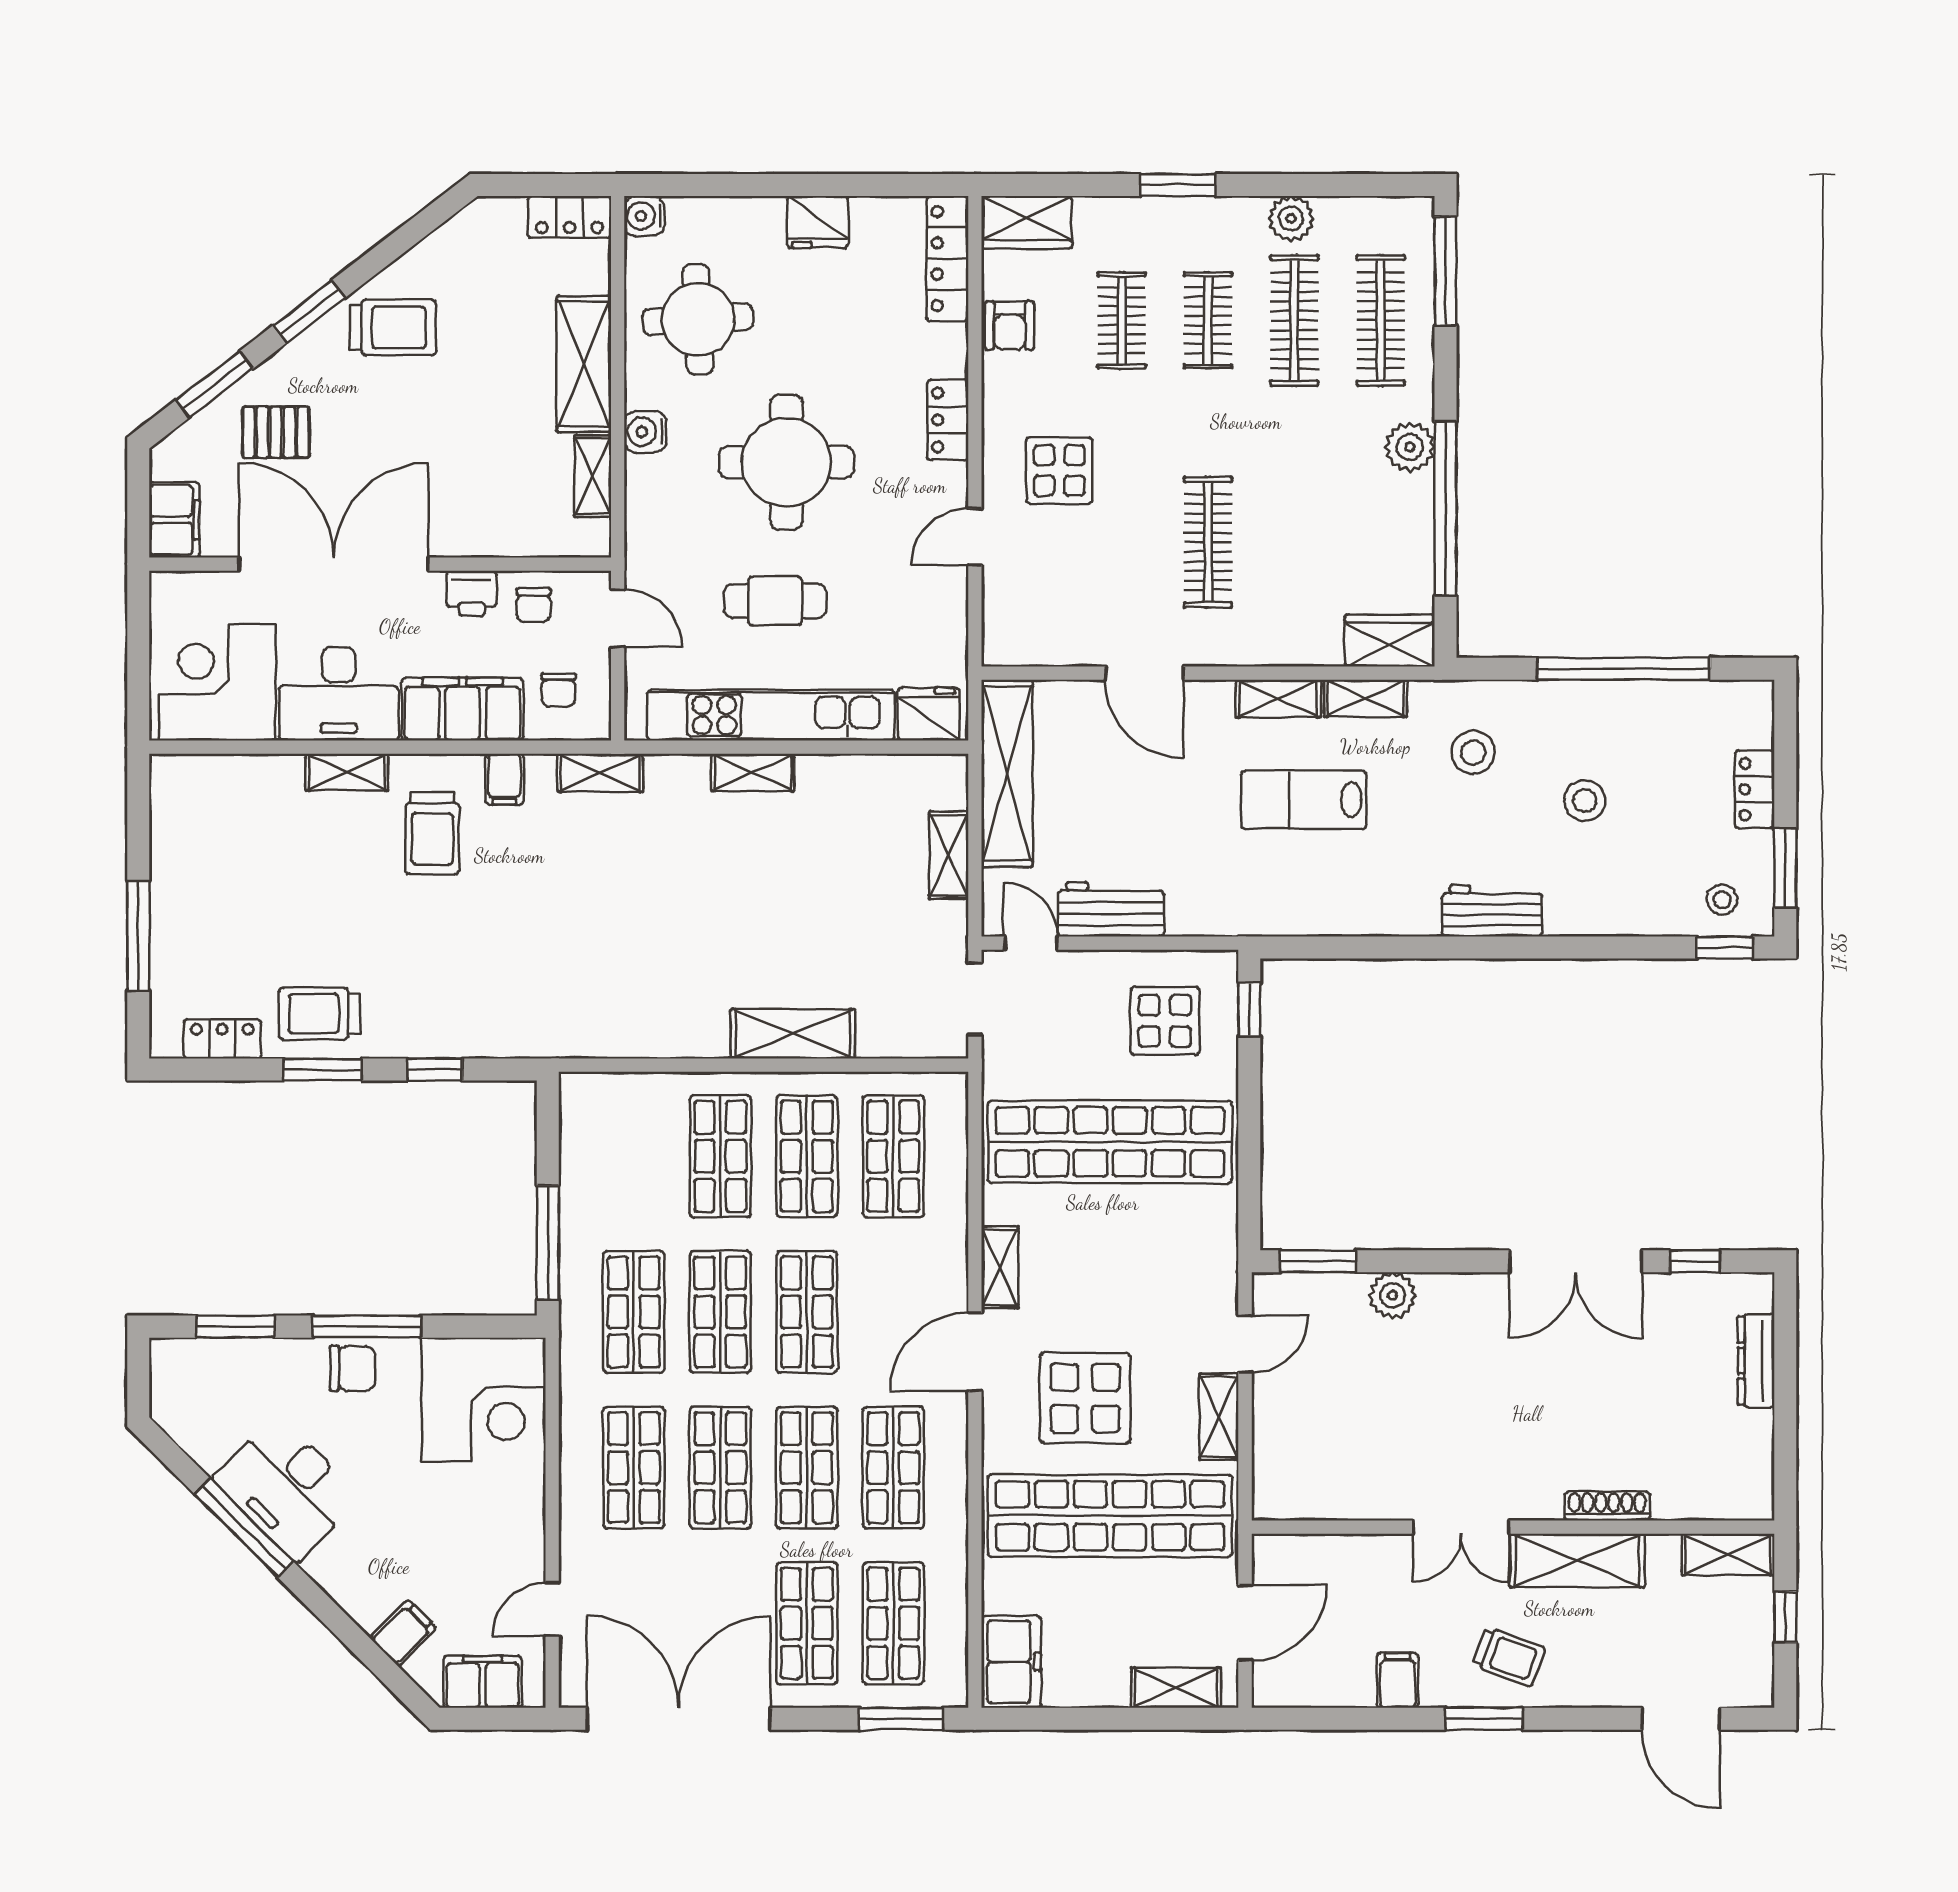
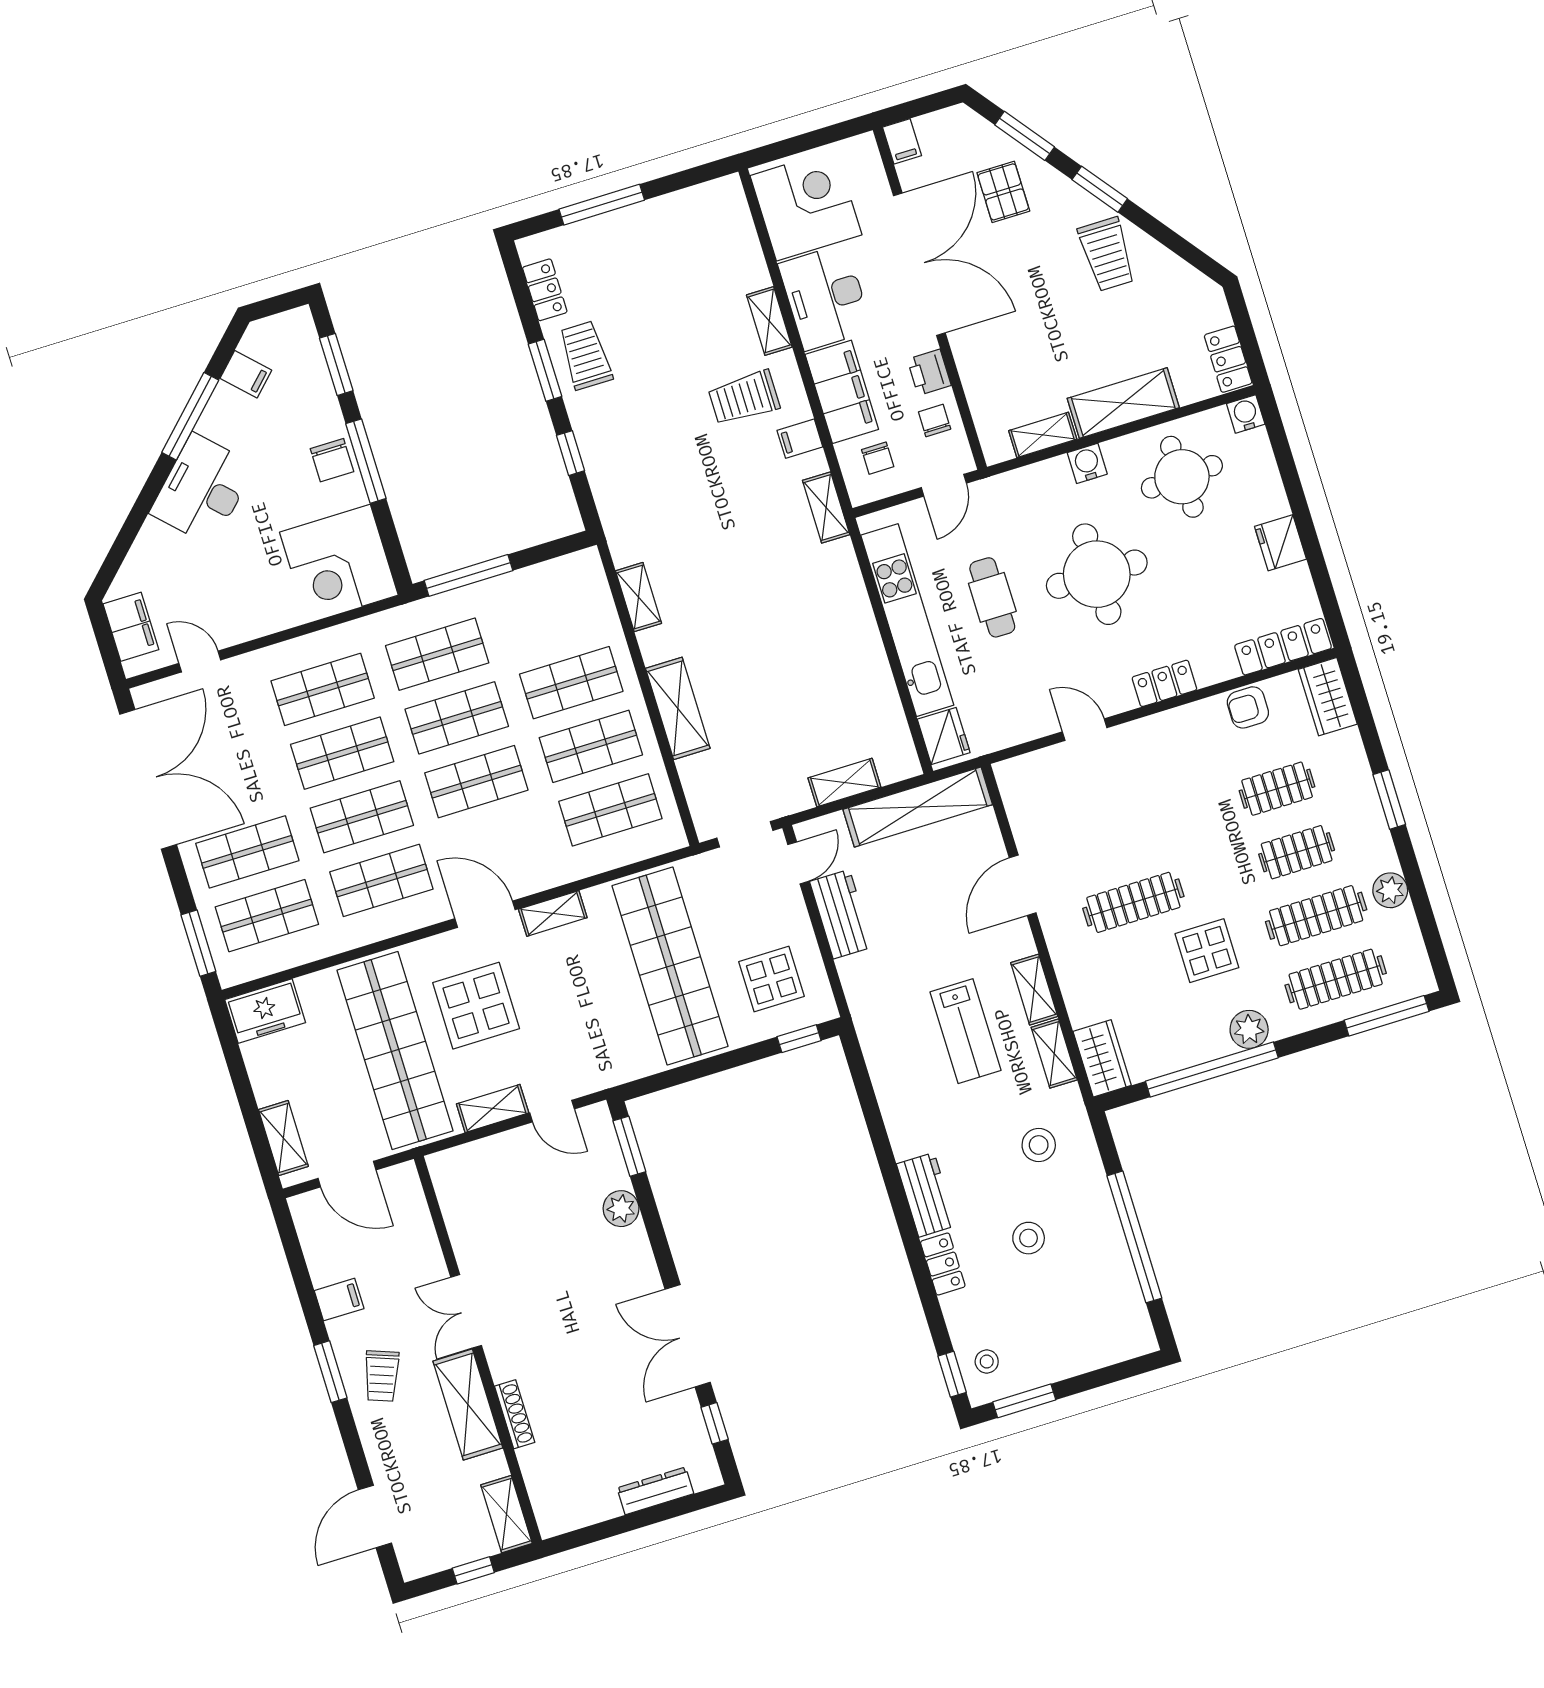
display table: (1059, 470) -> (1207, 951), moved
filing cabinet: (174, 520) -> (902, 141), width x0.50
chair: (534, 605) -> (935, 420), turned 90
chair: (558, 690) -> (878, 458), turned -90
shelving: (753, 772) -> (639, 597), moved
locker: (1755, 789) -> (943, 1264), moved, turned 90
lab bench: (1304, 800) -> (966, 1031), turned 180
desk: (287, 1488) -> (202, 489), moved
filing cabinet: (403, 1633) -> (246, 374), moved

